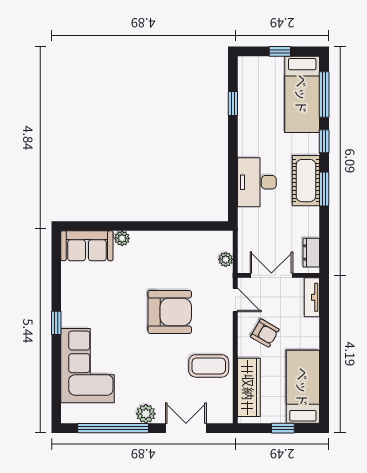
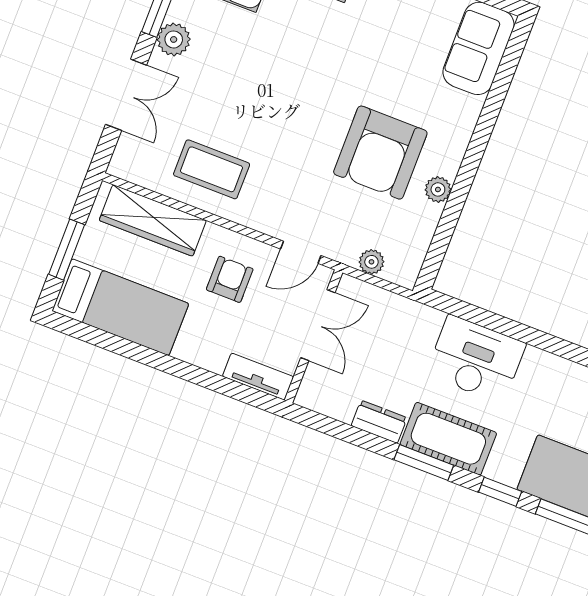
plant: (122, 238) -> (438, 189), moved
dresser: (311, 253) -> (379, 422), moved
armchair: (170, 312) -> (380, 153), moved
armchair: (265, 333) -> (230, 279), turned 150
coffee table: (209, 366) -> (212, 169), turned 90
window: (283, 428) -> (67, 250), width x1.50

